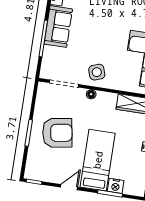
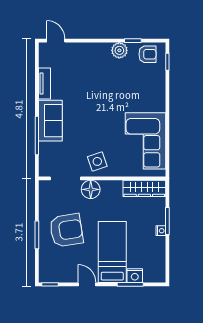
floor lamp: (91, 94) -> (91, 189), width x1.89, depth x1.89
door: (69, 187) -> (87, 284), hinge flipped

